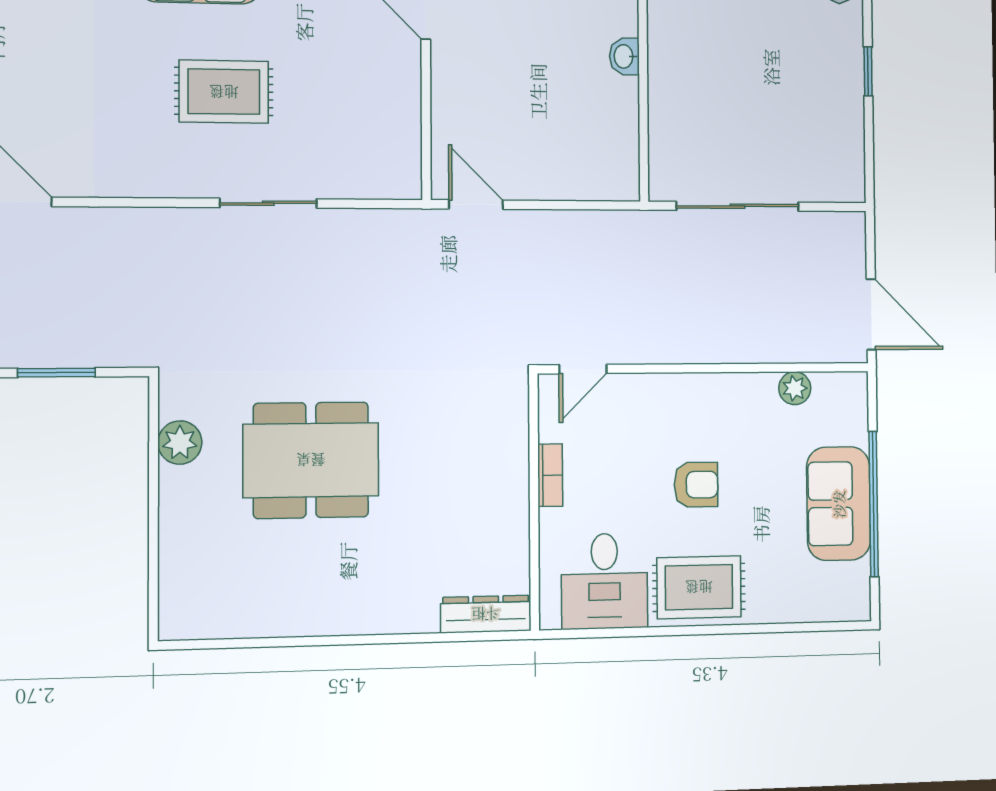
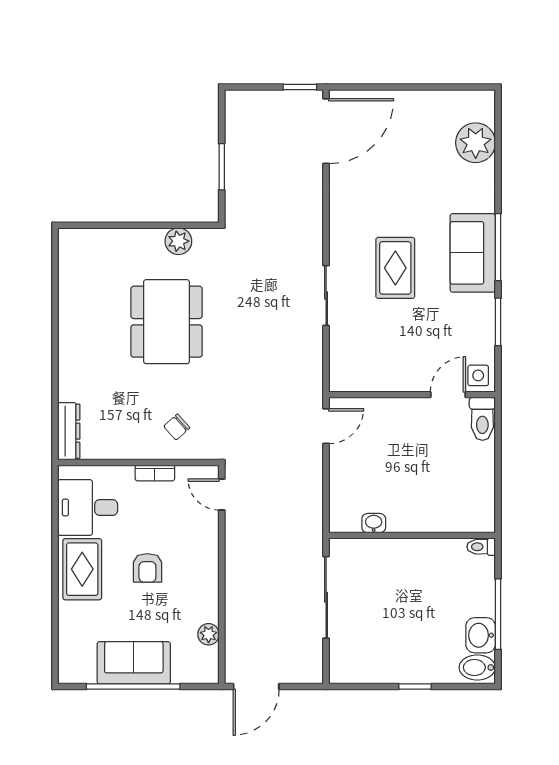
washbasin: (624, 56) -> (374, 523), moved
chair: (478, 441) -> (177, 427), added

